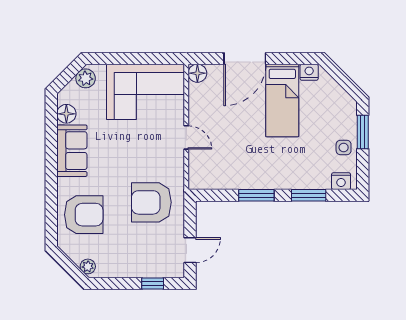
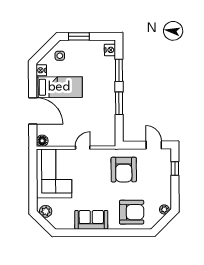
floor lamp: (66, 114) -> (68, 223), removed
side table: (344, 147) -> (60, 56), moved
armchair: (84, 215) -> (132, 212), turned 90

